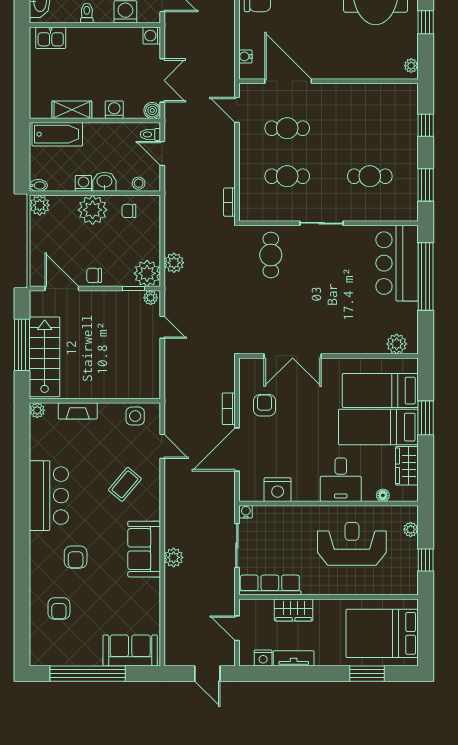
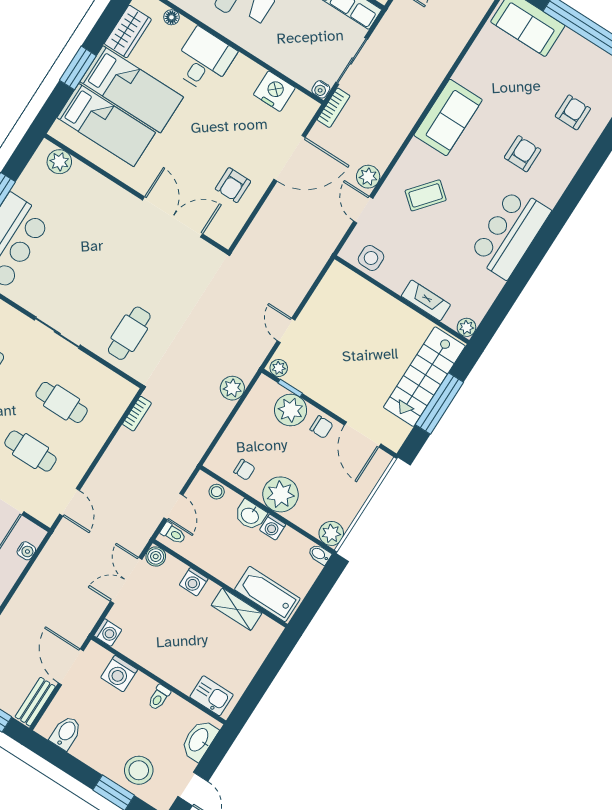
plant: (147, 273) -> (291, 410), moved
bookcase: (229, 409) -> (334, 108), moved
plant: (174, 557) -> (368, 177), moved

